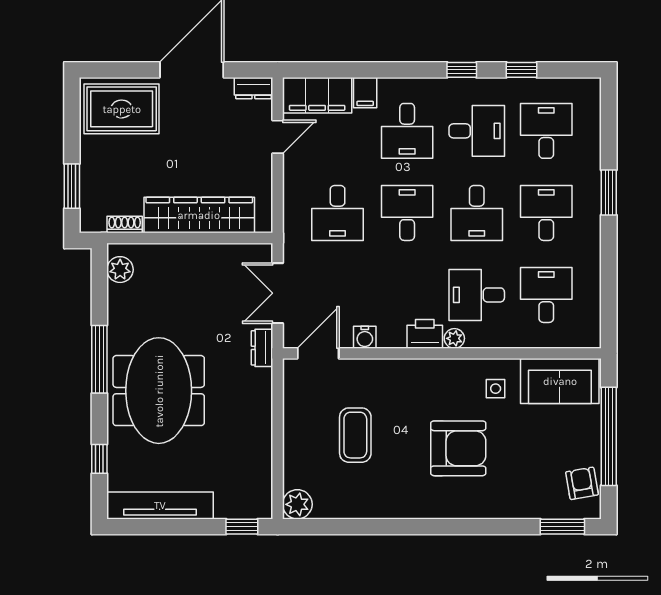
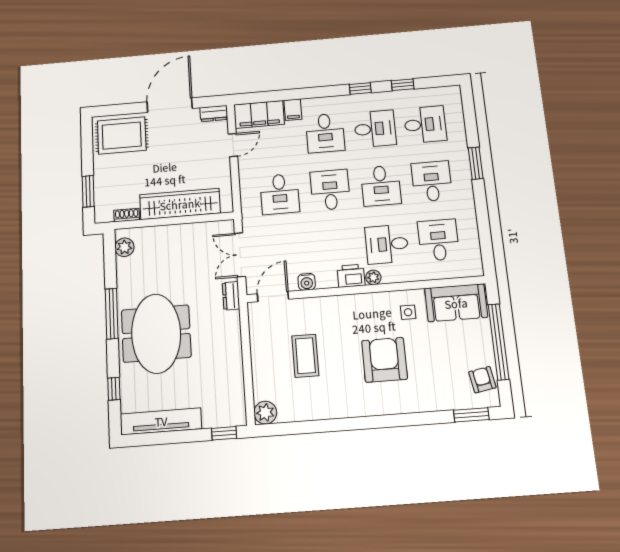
desk: (546, 131) -> (425, 124), turned 90
armchair: (458, 448) -> (384, 360), turned -90

